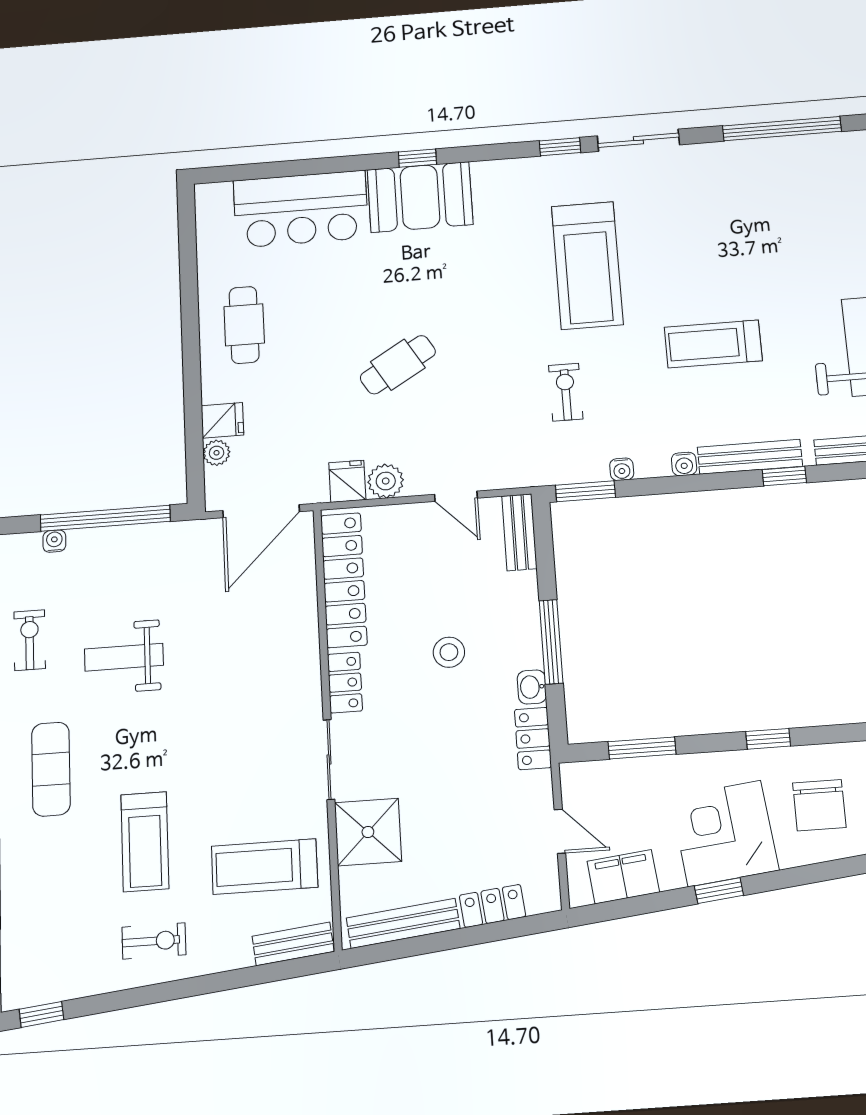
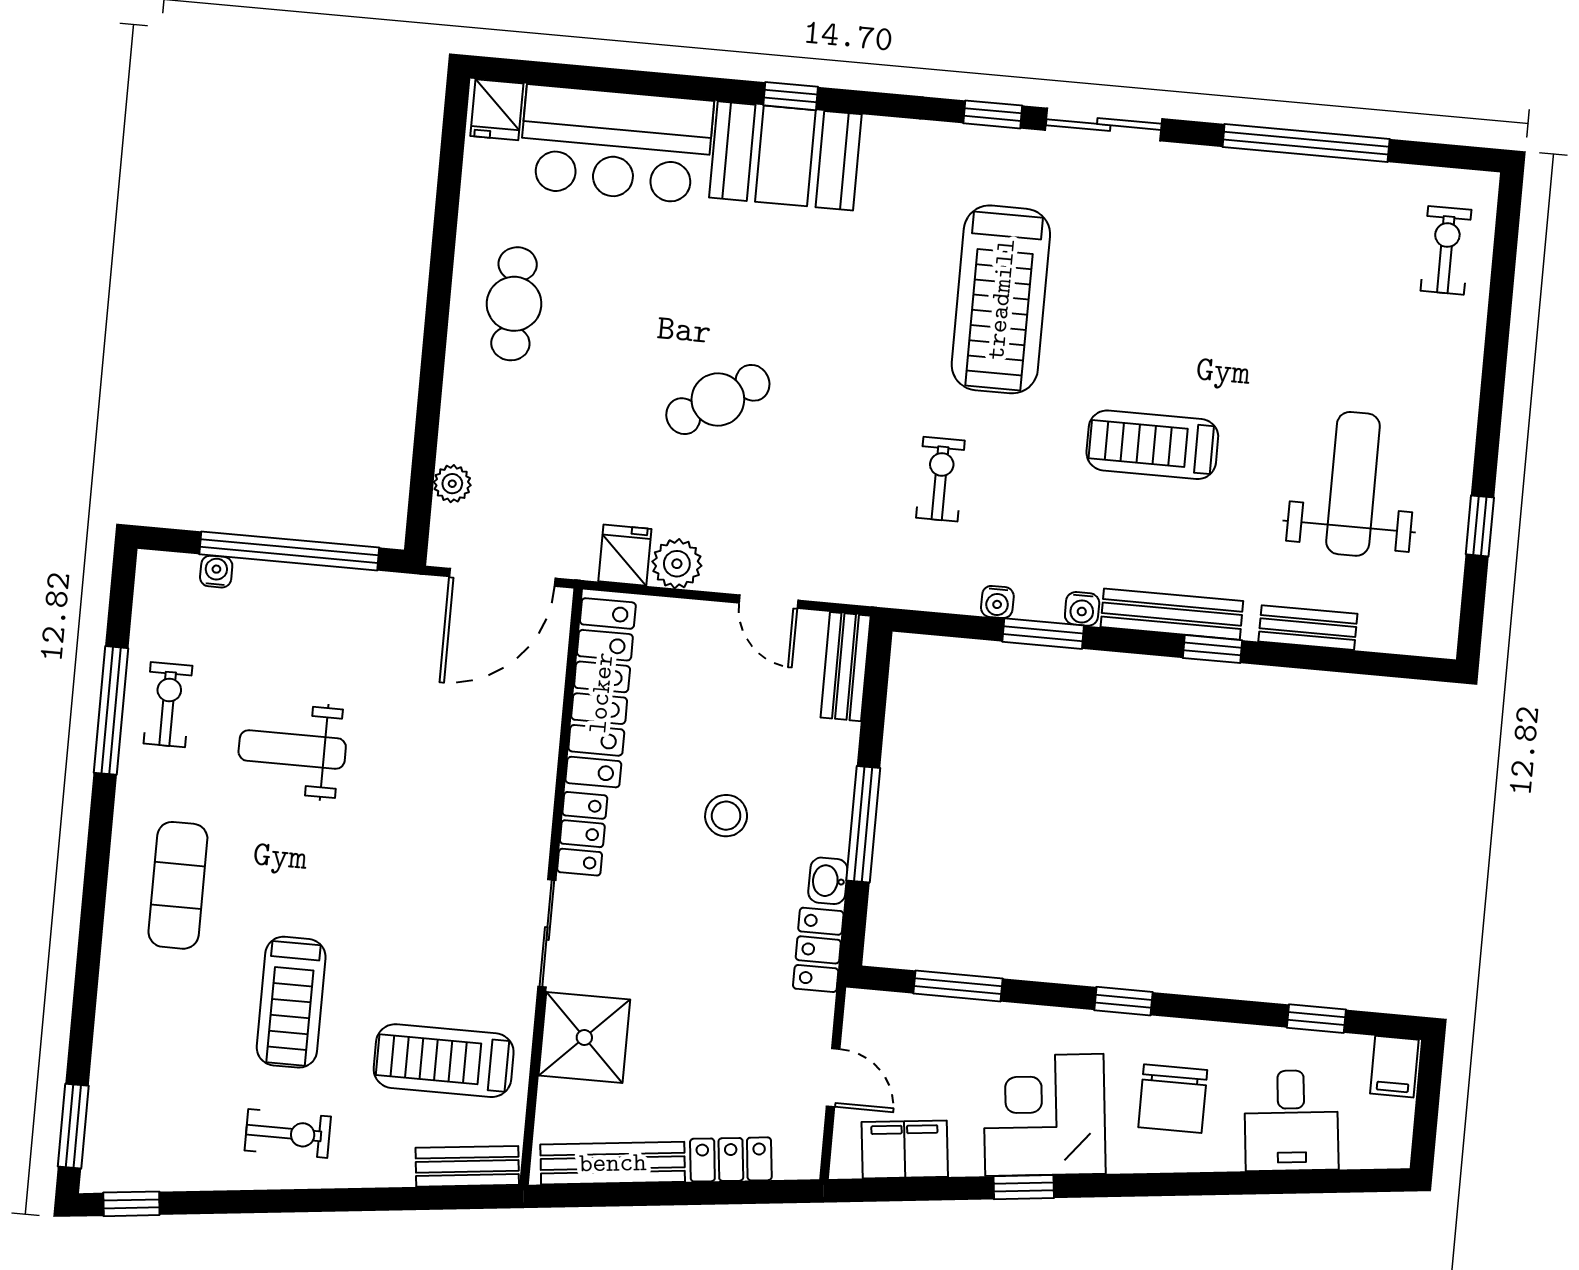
fridge: (222, 420) -> (497, 110), moved, turned 90
window: (585, 491) -> (1043, 634), moved

